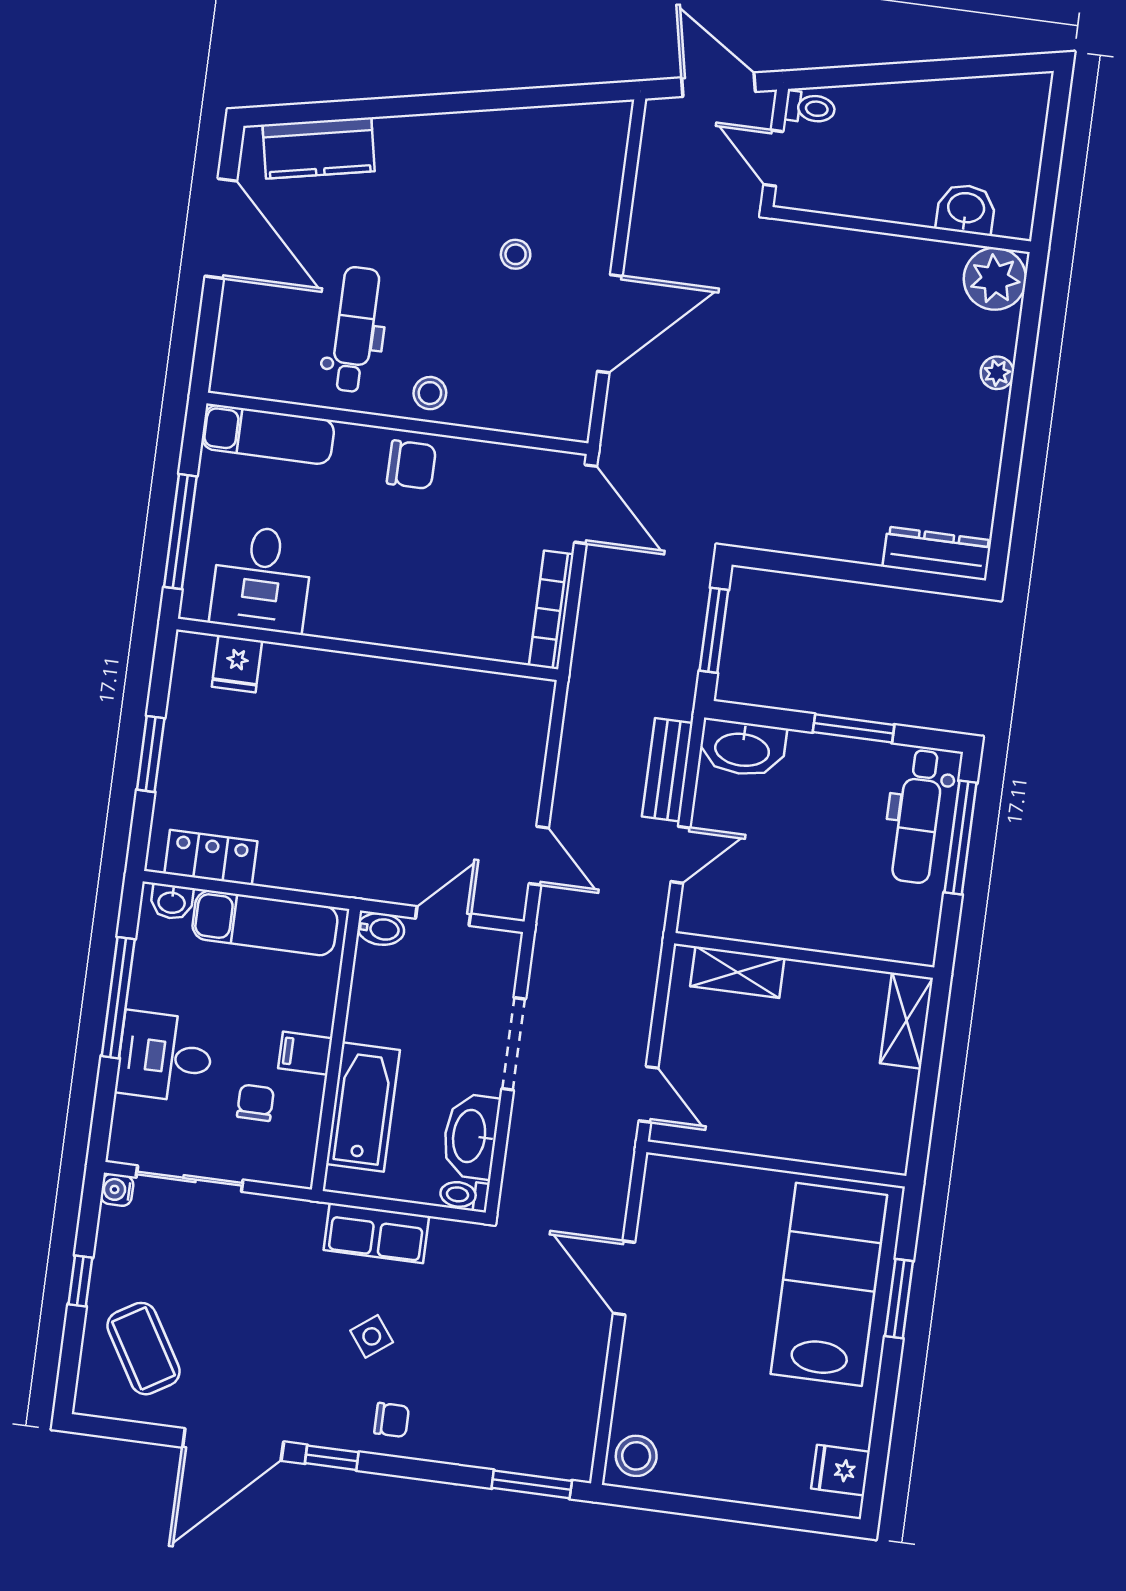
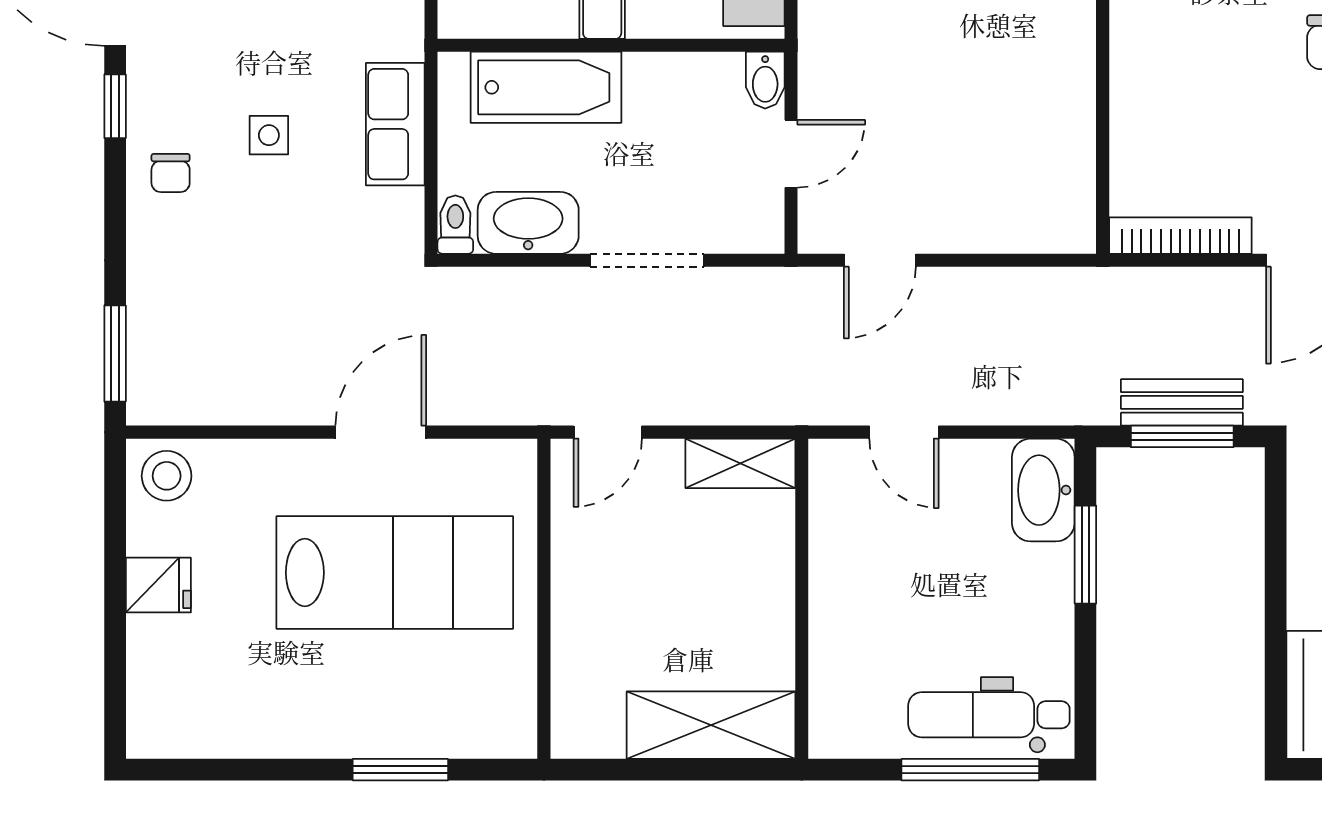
window: (854, 728) -> (1085, 555), moved
bench: (667, 770) -> (1182, 402), moved
door: (443, 916) -> (791, 154), hinge flipped
shelving: (737, 972) -> (740, 463), moved, turned 90
shelving: (906, 1021) -> (711, 725), width x1.50, depth x1.33
lab bench: (829, 1284) -> (395, 573), moved
side table: (372, 1336) -> (269, 135), turned 37
fridge: (840, 1470) -> (158, 585), moved, turned 90

